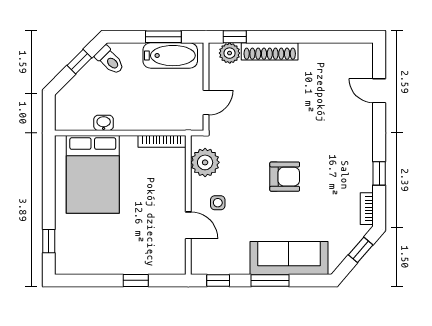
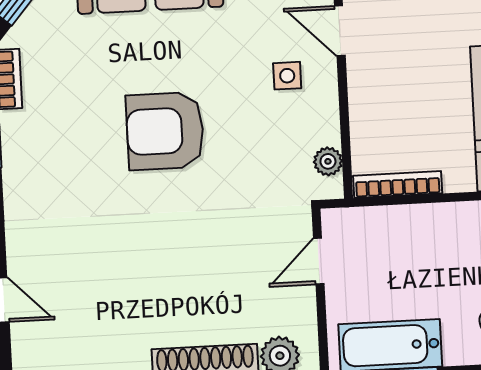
plant: (205, 162) -> (328, 161), width x0.53, depth x0.53
armchair: (285, 177) -> (165, 131), width x1.36, depth x1.36

